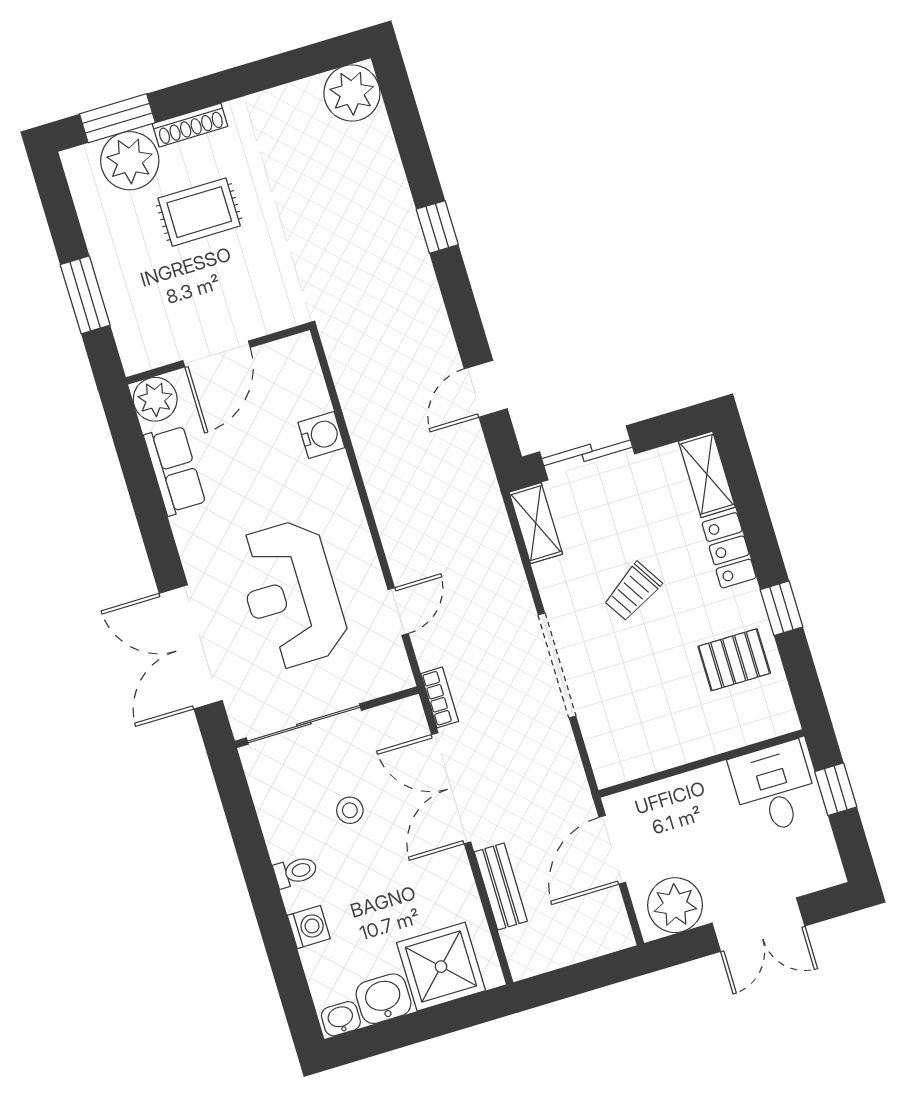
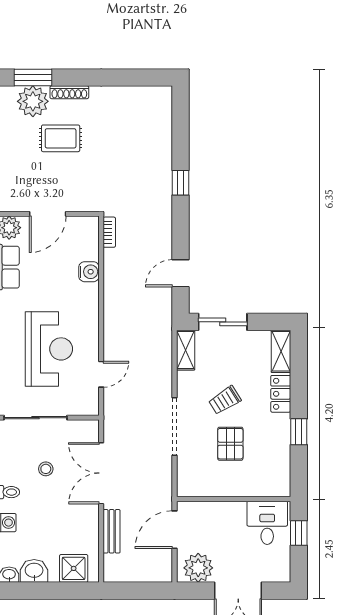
plant: (352, 93) -> (157, 101), removed
reception desk: (291, 594) -> (49, 349), turned 180
pallet: (734, 660) -> (230, 444), moved, turned 90
bookcase: (440, 697) -> (109, 232), moved
shower: (441, 967) -> (74, 568), width x0.73, depth x0.73

